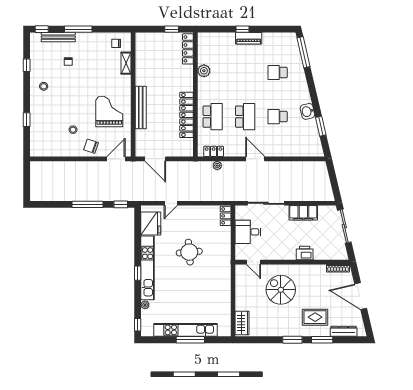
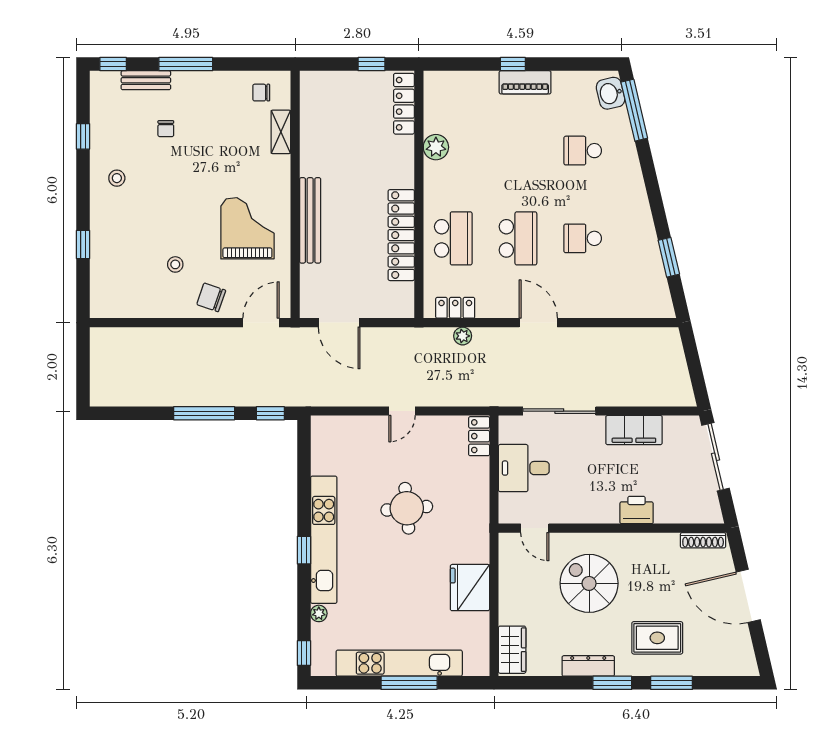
bench: (58, 37) -> (146, 80), width x0.73
washbasin: (307, 111) -> (611, 93), moved
door: (171, 203) -> (402, 411), moved
fridge: (151, 223) -> (470, 588), moved, turned 180
dresser: (344, 331) -> (588, 666), moved

